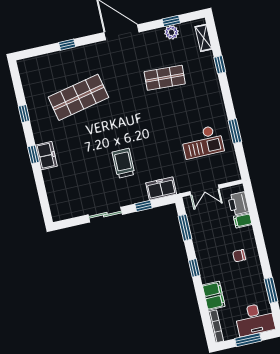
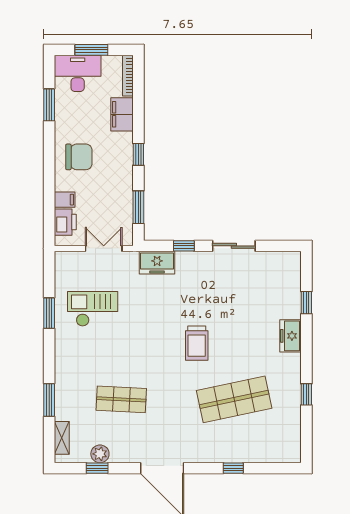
window: (220, 65) -> (49, 400), width x1.50
window: (33, 154) -> (306, 303), moved
trolley: (123, 163) -> (197, 343), moved
chair: (239, 256) -> (79, 157), width x1.87, depth x1.87

